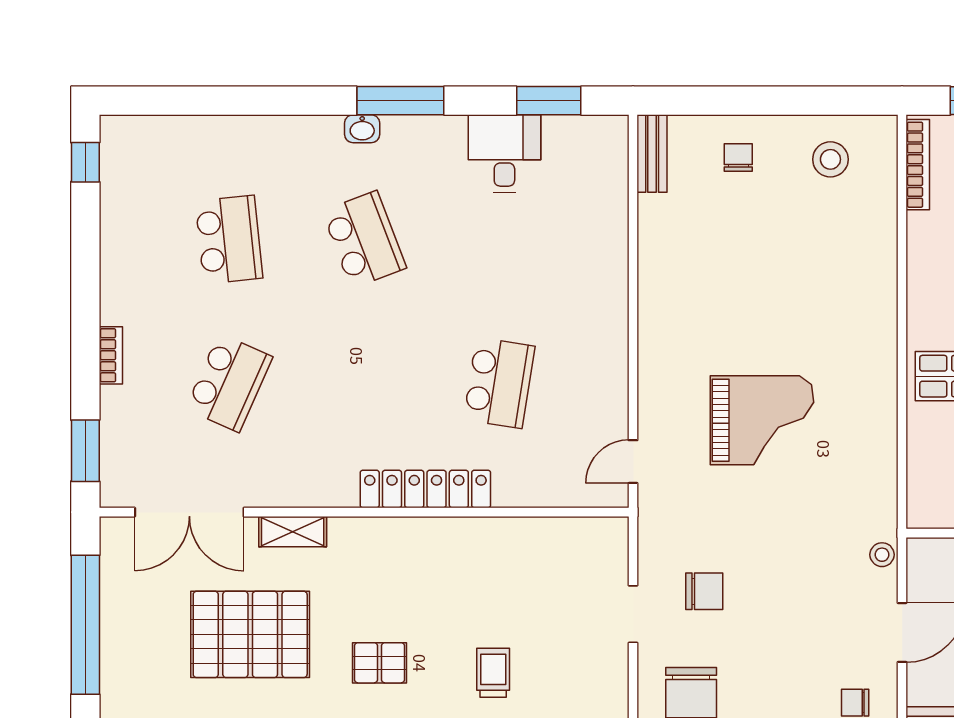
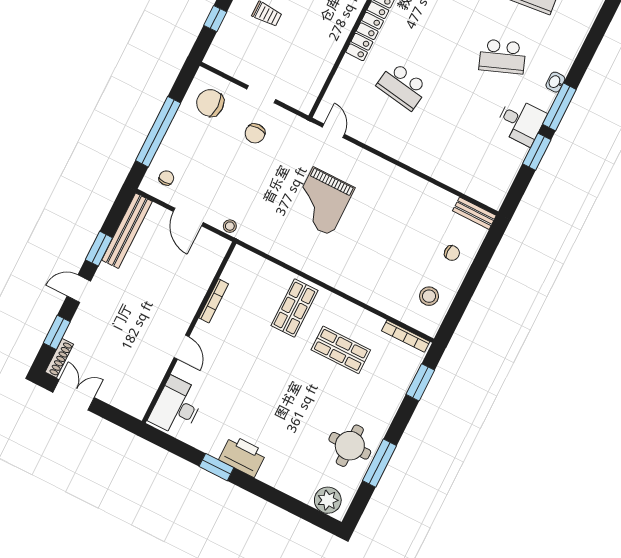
window: (549, 101) -> (537, 152), moved
desk: (504, 154) -> (521, 121), moved

